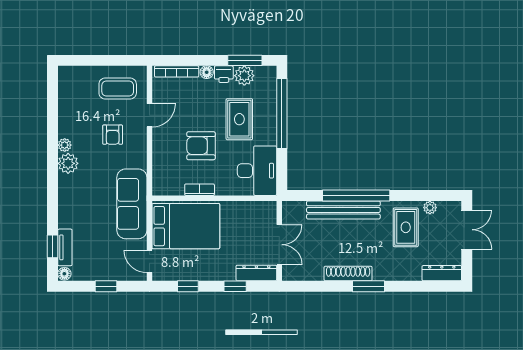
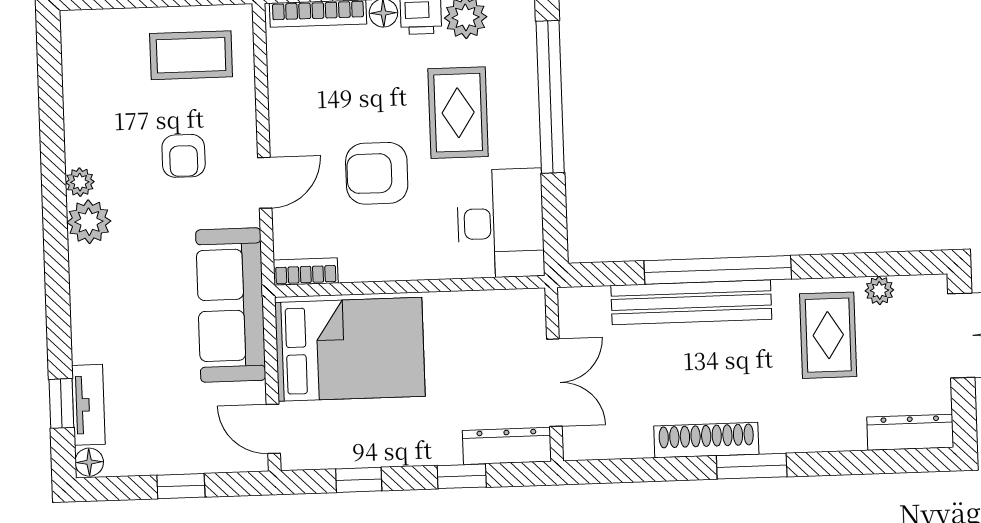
door: (149, 115) -> (265, 183), moved
bookcase: (200, 190) -> (306, 271), moved

